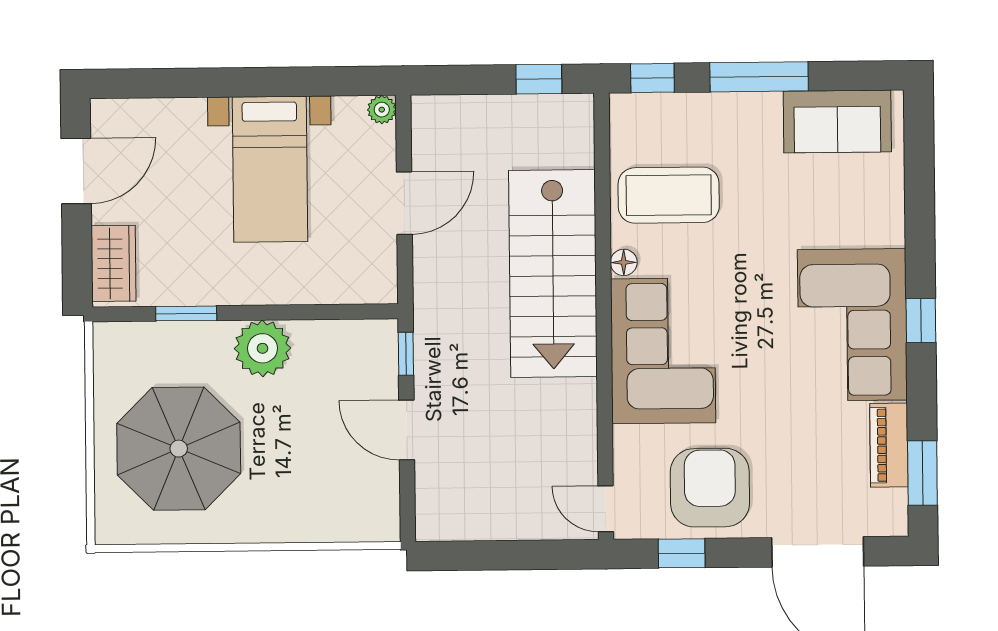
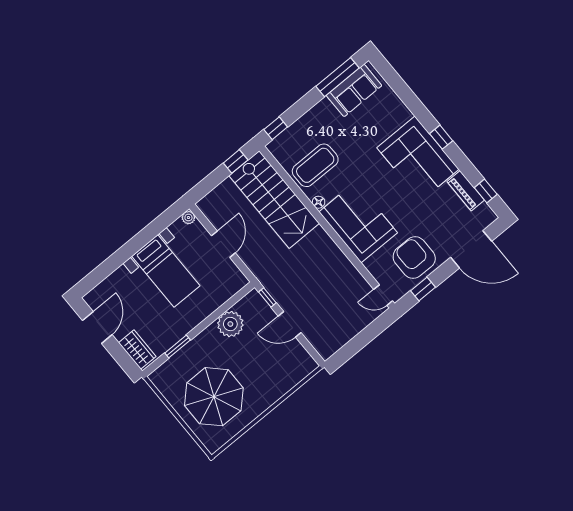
window: (759, 77) -> (338, 77), moved
stairs: (553, 273) -> (274, 200), moved
plant: (263, 348) -> (230, 324), moved
window: (922, 473) -> (486, 191), width x0.67

